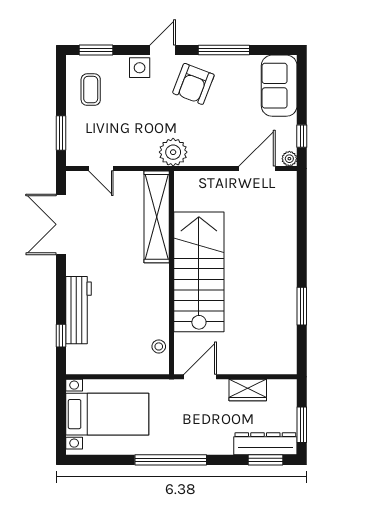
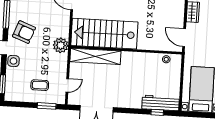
coffee table: (91, 90) -> (40, 85), moved
stairs: (199, 272) -> (104, 34), moved
workbench: (79, 310) -> (161, 103), moved

